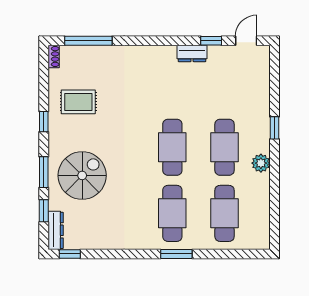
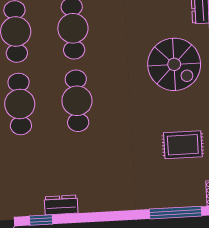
spiral stairs: (82, 175) -> (174, 64), turned -90

